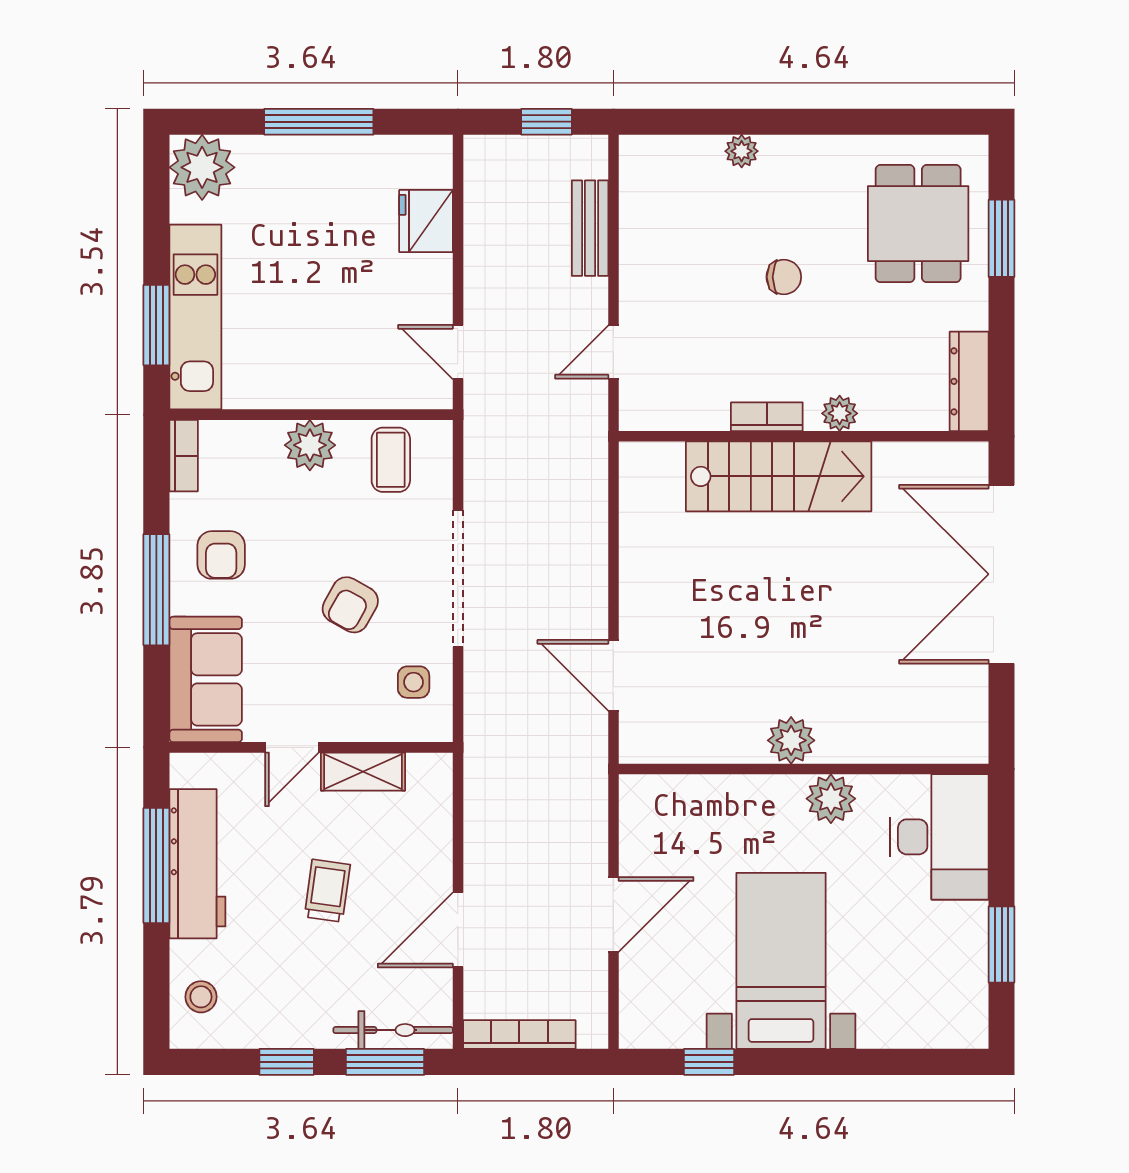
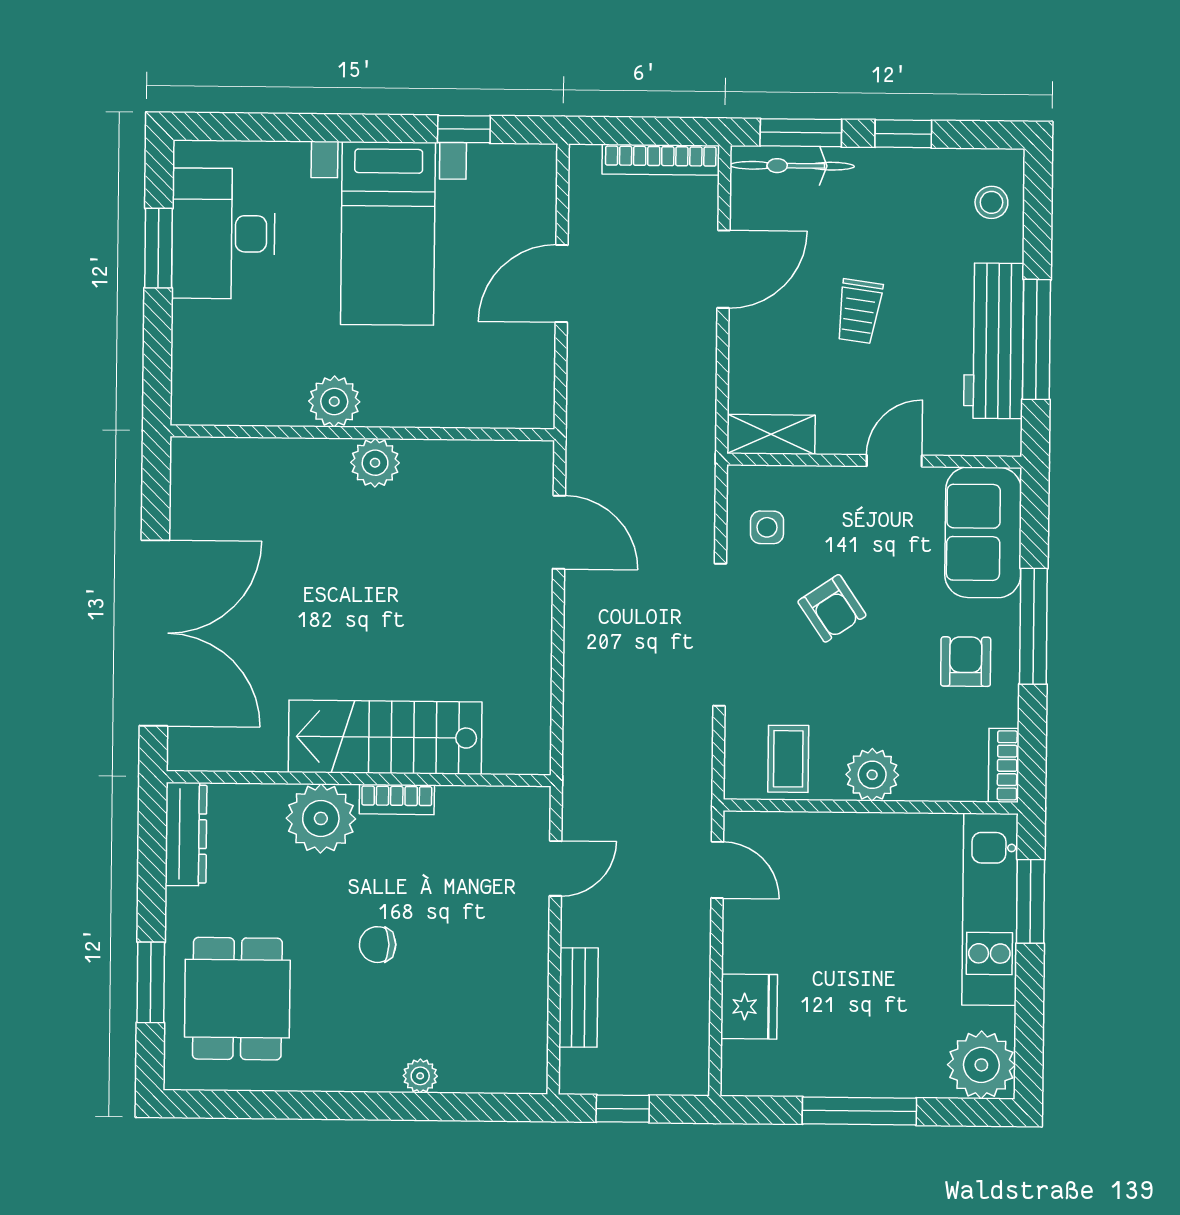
plant: (840, 413) -> (321, 818), width x1.88, depth x1.88
armchair: (350, 605) -> (832, 608), turned 117
shelving: (363, 772) -> (771, 434), moved
desk: (939, 837) -> (223, 234), moved

